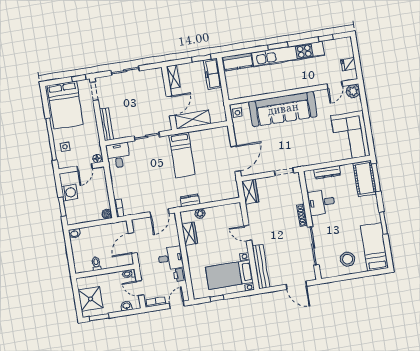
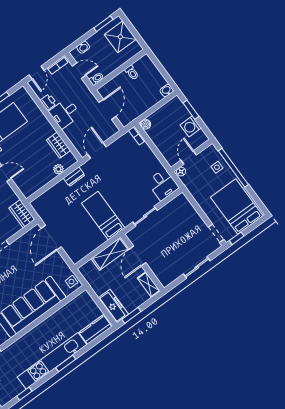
bench: (106, 124) -> (189, 208), removed

